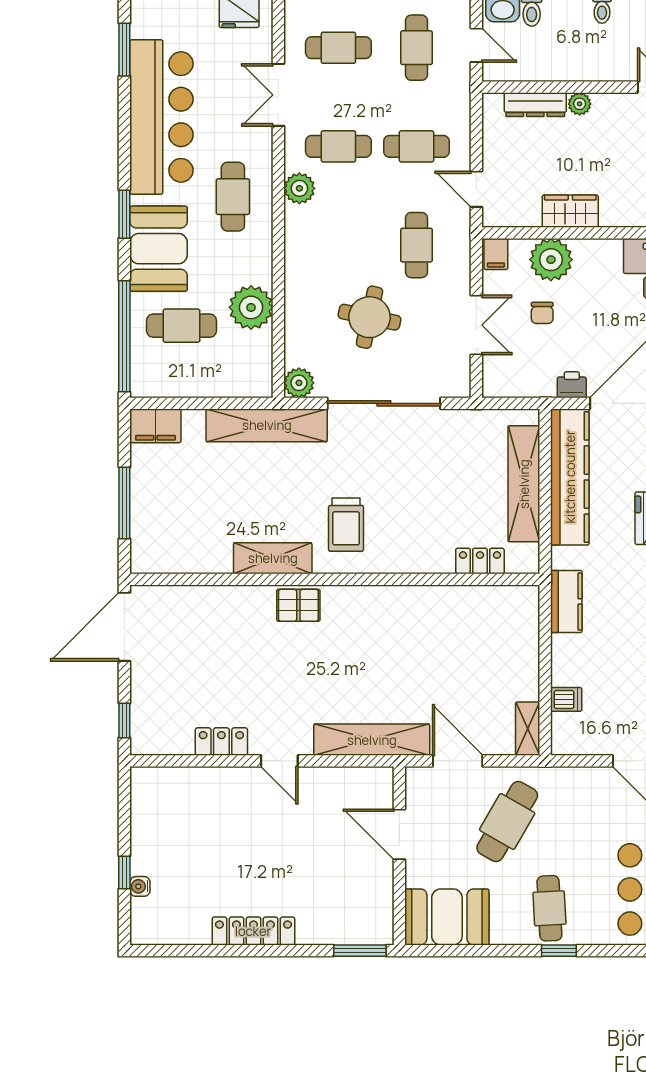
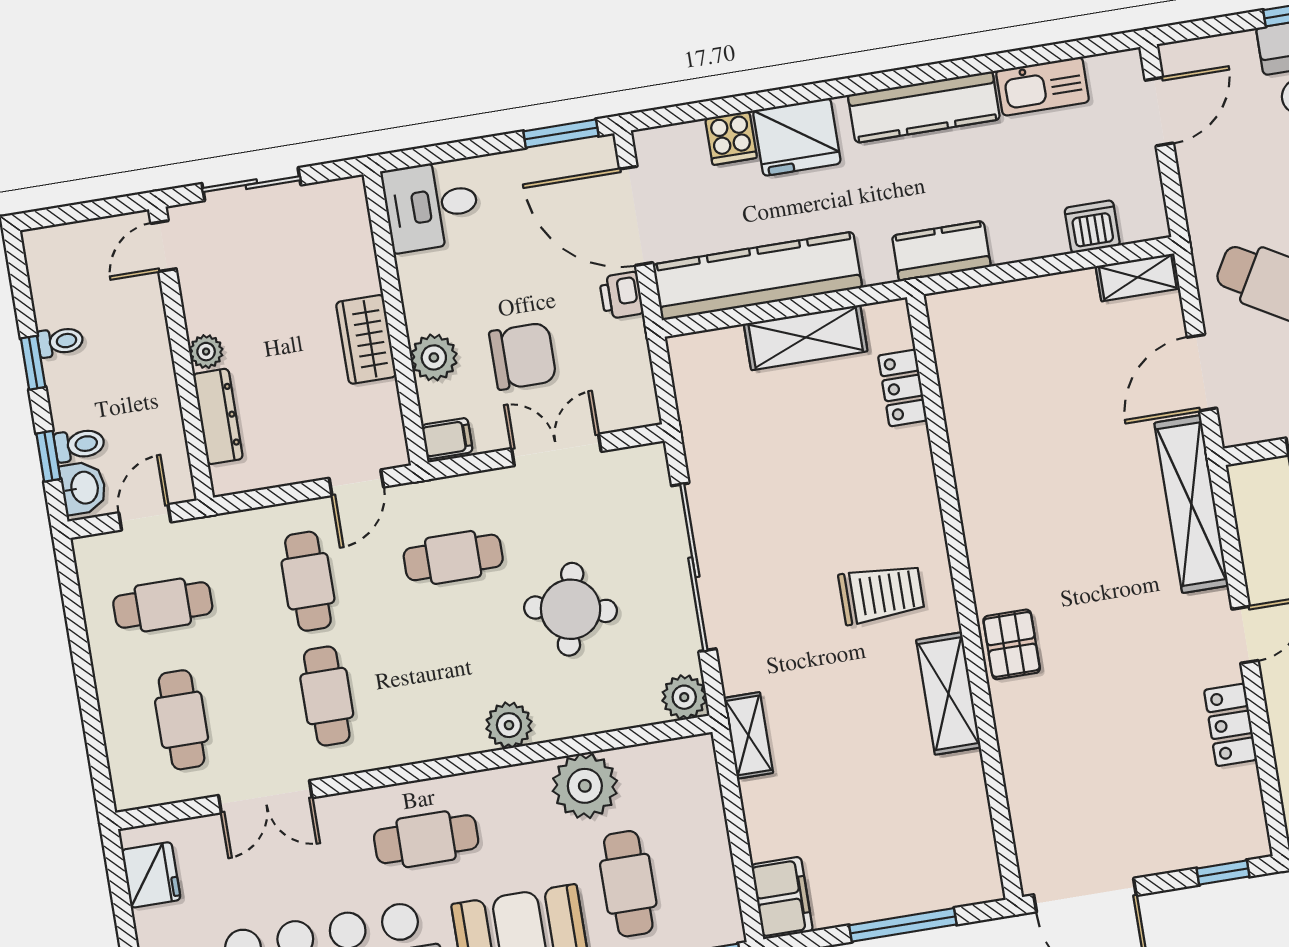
plant: (299, 188) -> (509, 725), moved
plant: (551, 260) -> (434, 357), width x0.73, depth x0.73
chair: (542, 313) -> (523, 356), width x1.87, depth x1.87
shelving: (267, 425) -> (748, 735), width x0.45, depth x0.75
shelving: (524, 484) -> (806, 337), width x0.68
dishwasher: (566, 699) -> (1092, 227), width x1.38

